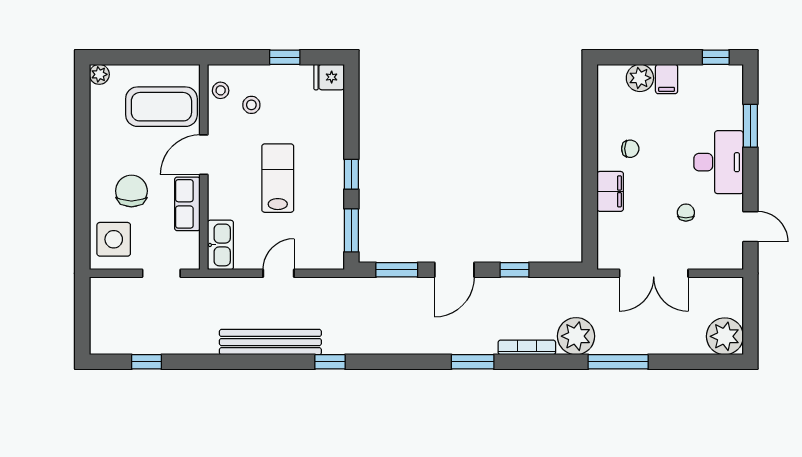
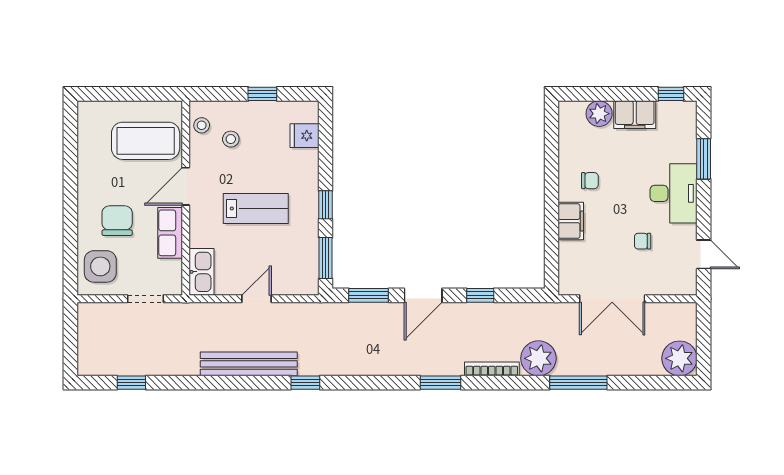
plant: (99, 74) -> (87, 110), removed
fridge: (329, 77) -> (304, 136), moved
filing cabinet: (667, 79) -> (635, 115), width x2.00
lab bench: (278, 178) -> (256, 208), turned 90
chair: (686, 213) -> (643, 241), turned -90

